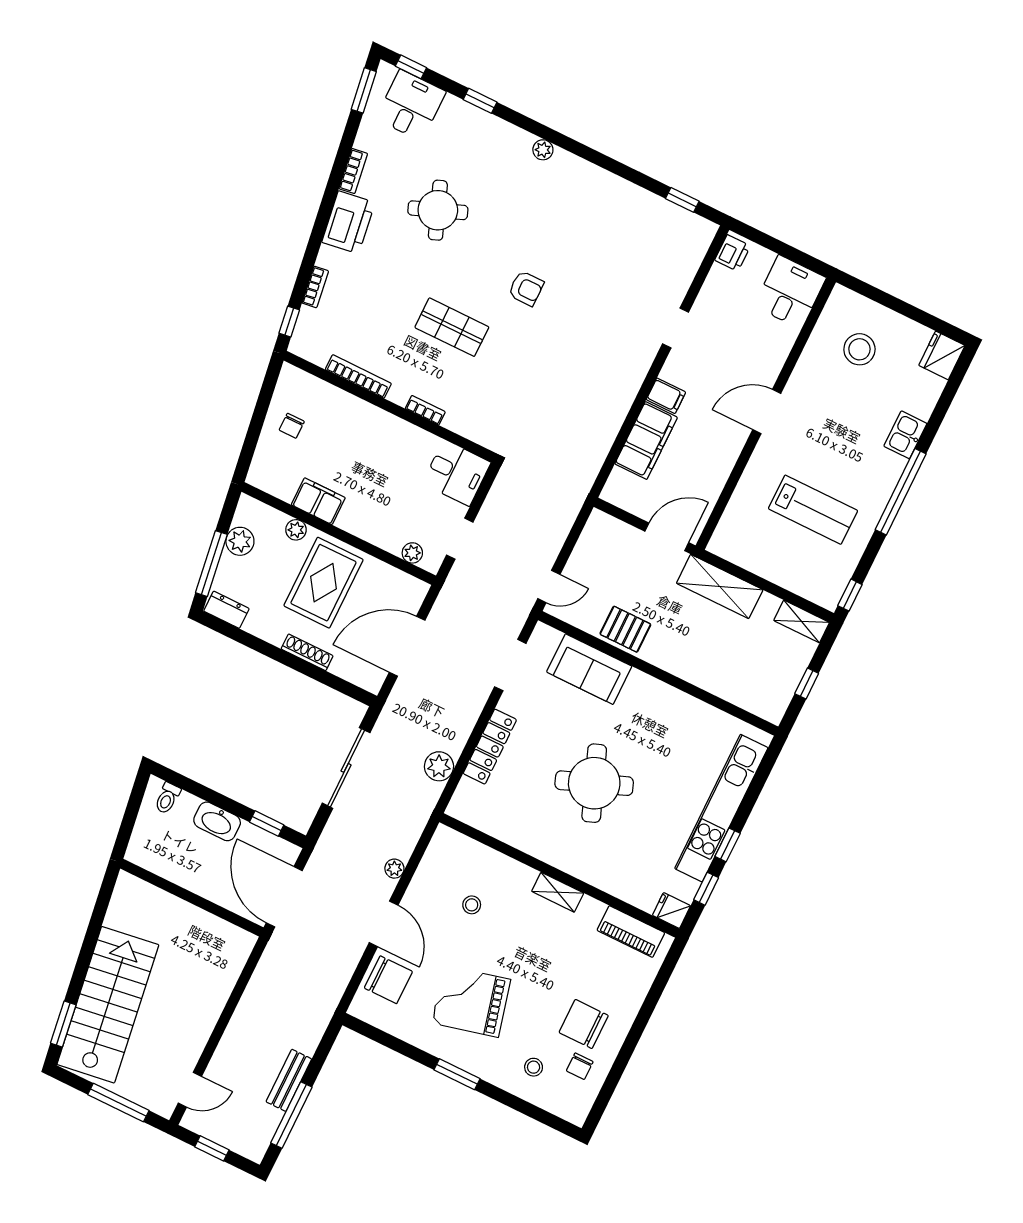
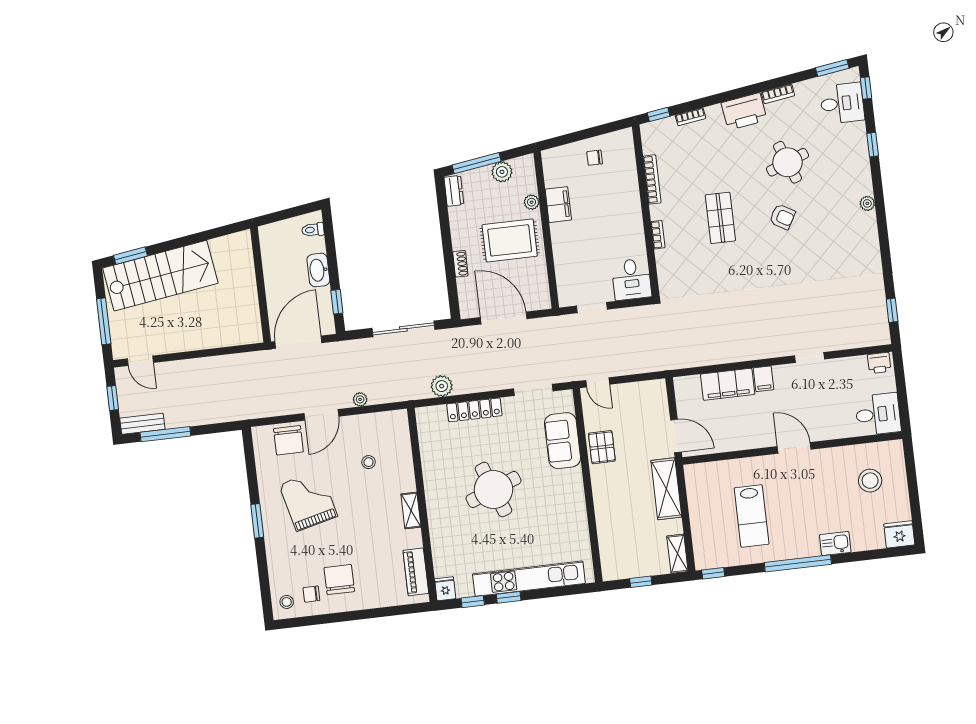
armchair: (526, 288) -> (782, 217), moved, turned -60
plant: (412, 553) -> (564, 284), removed
shoe rack: (307, 652) -> (460, 264), width x0.70
stool: (534, 1067) -> (287, 602), moved
bench: (289, 1080) -> (142, 424), moved

